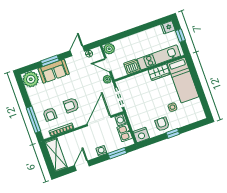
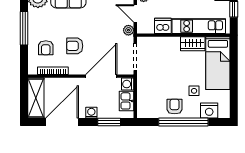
window: (33, 120) -> (24, 28), moved
window: (173, 133) -> (183, 122), width x3.17
nightstand: (141, 135) -> (209, 111), moved
door: (82, 166) -> (62, 122), width x1.87

